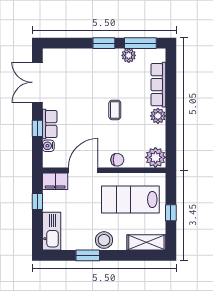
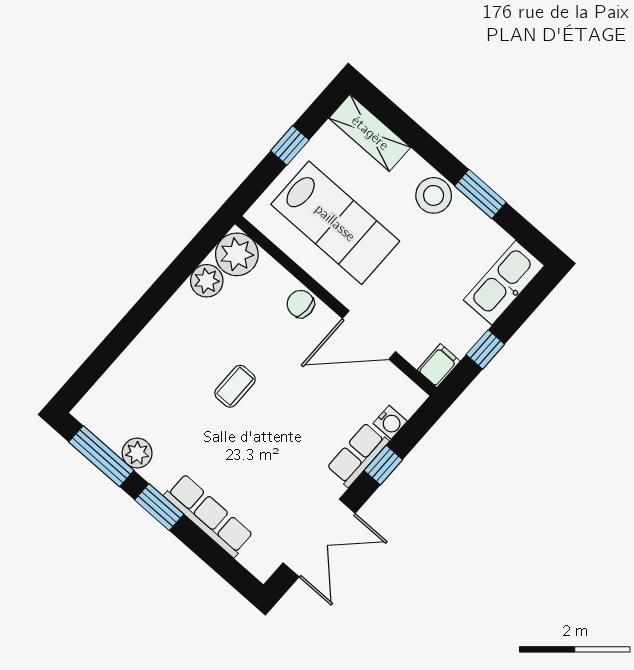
row of seats: (158, 85) -> (209, 516), moved, turned -90
plant: (158, 116) -> (207, 281), moved
filing cabinet: (55, 181) -> (439, 366), width x0.50

